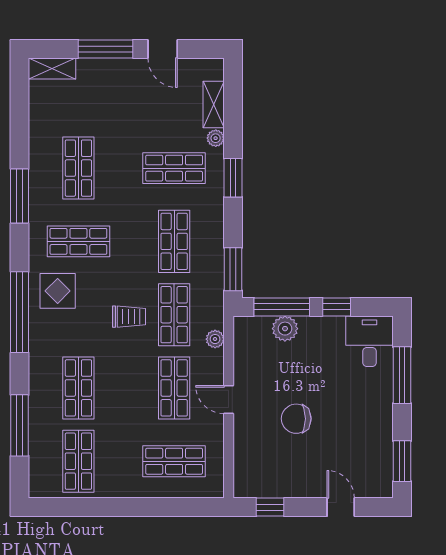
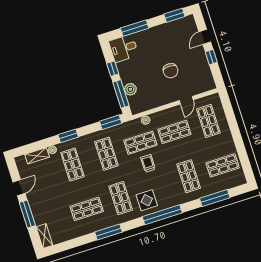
shop shelf: (174, 241) -> (106, 154), turned 90
shop shelf: (78, 388) -> (189, 176), turned 90
door: (229, 400) -> (186, 100), moved
window: (270, 507) -> (211, 57), moved

